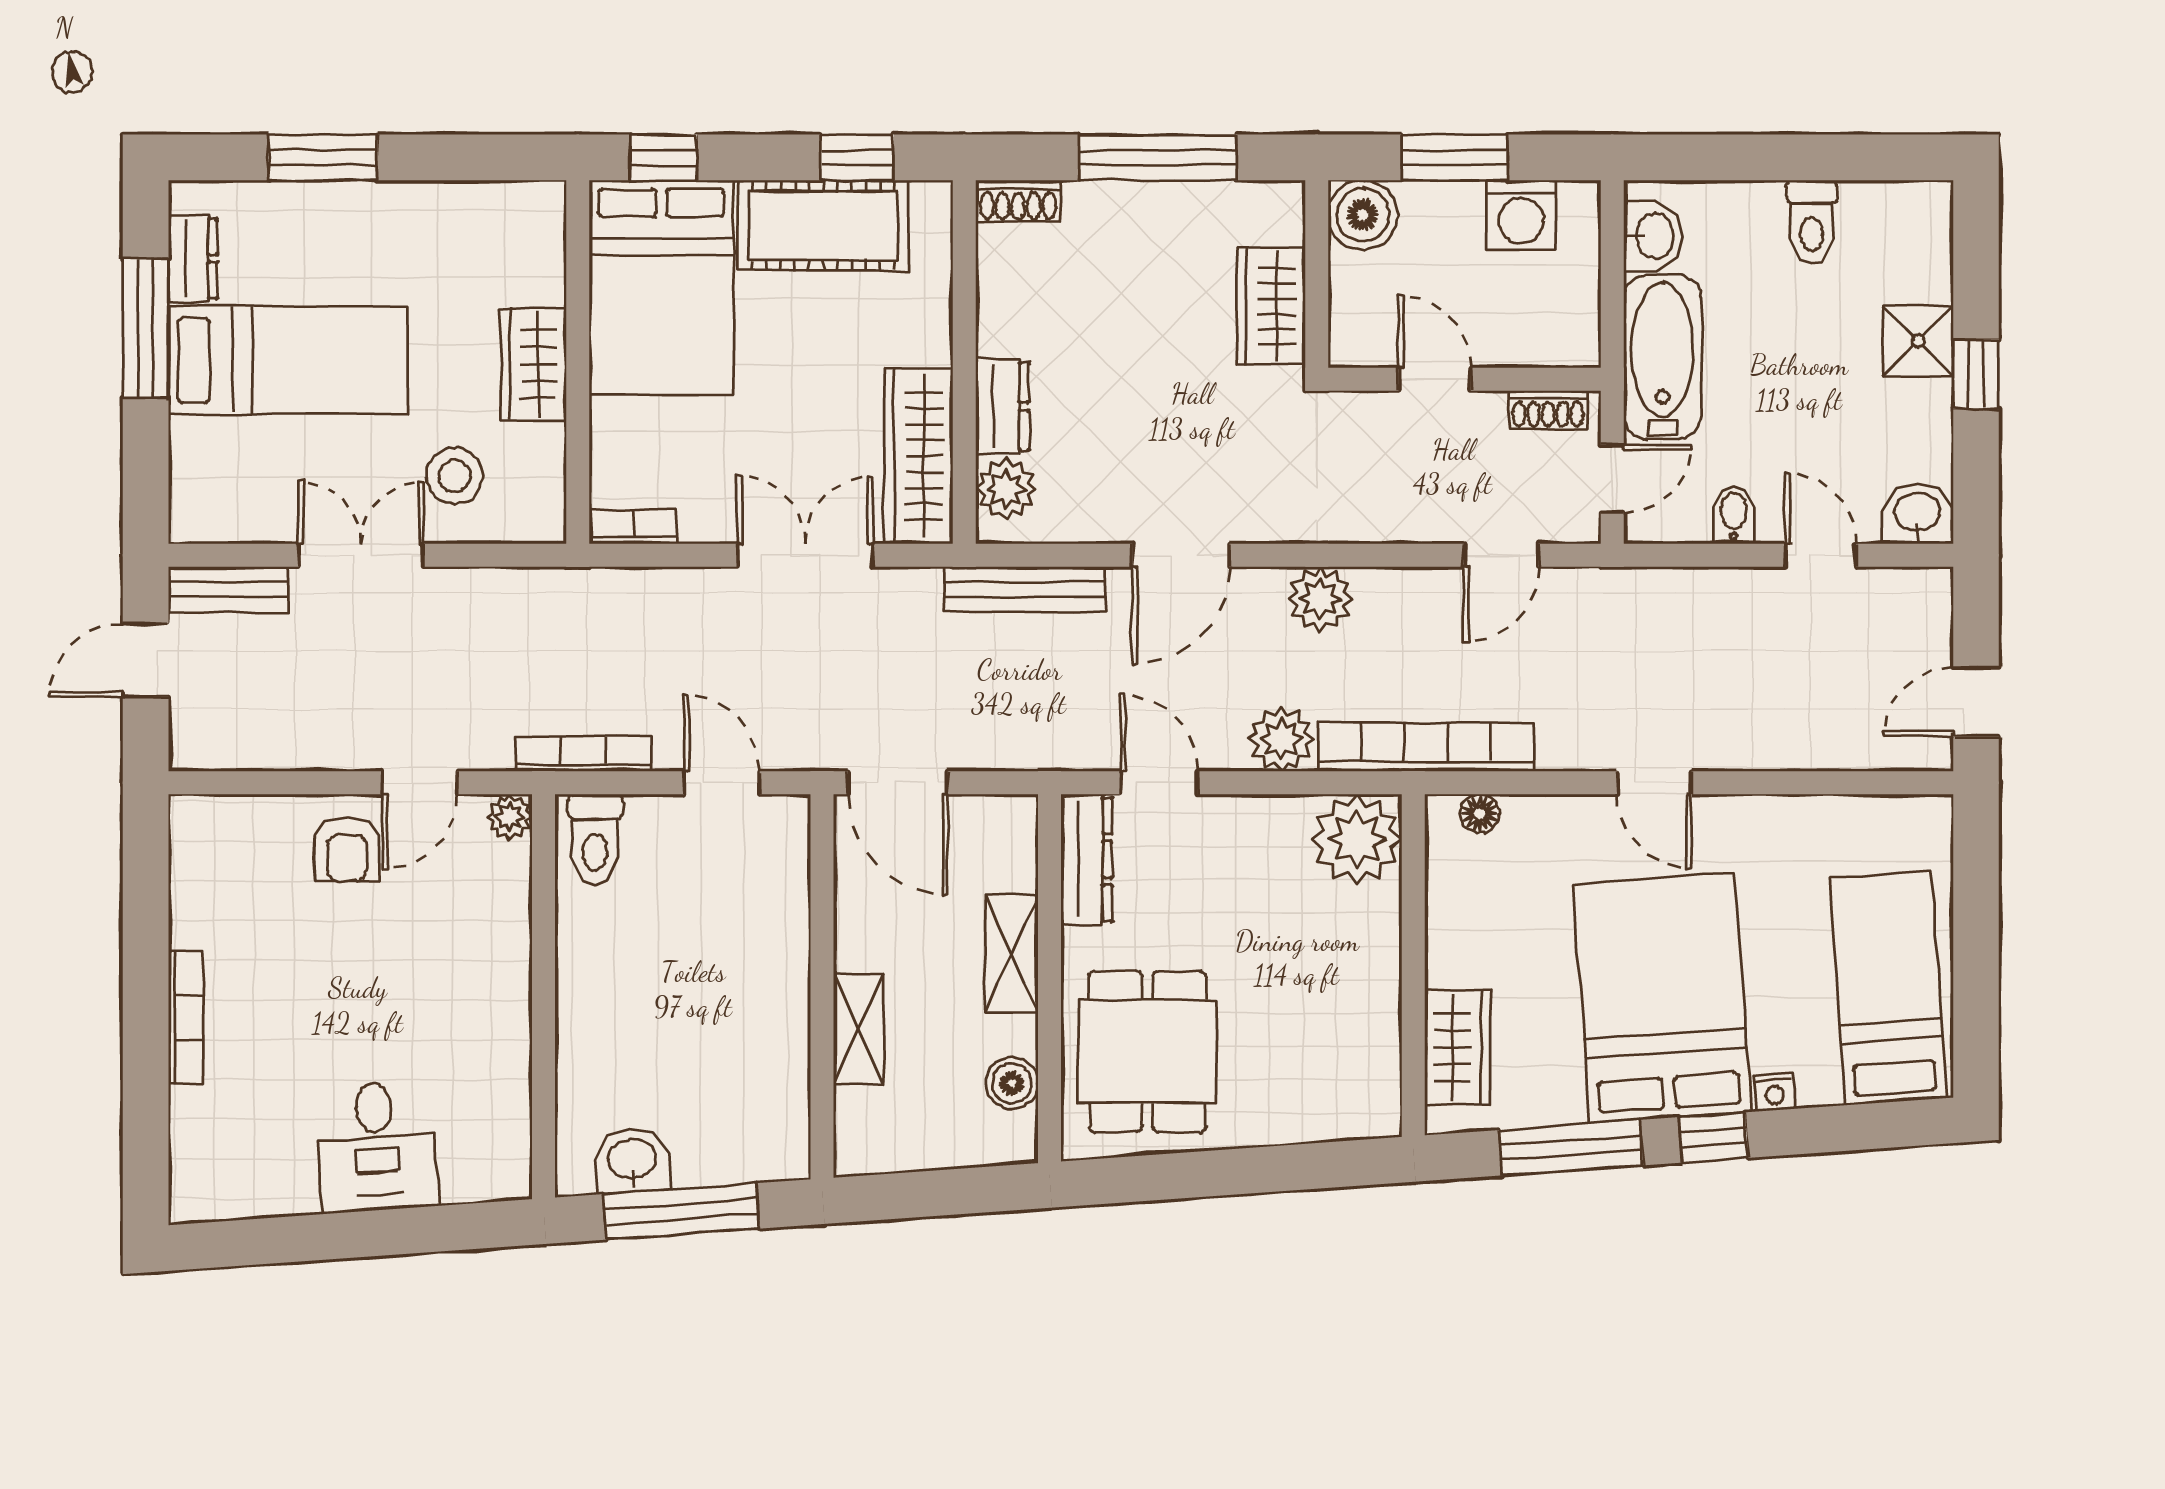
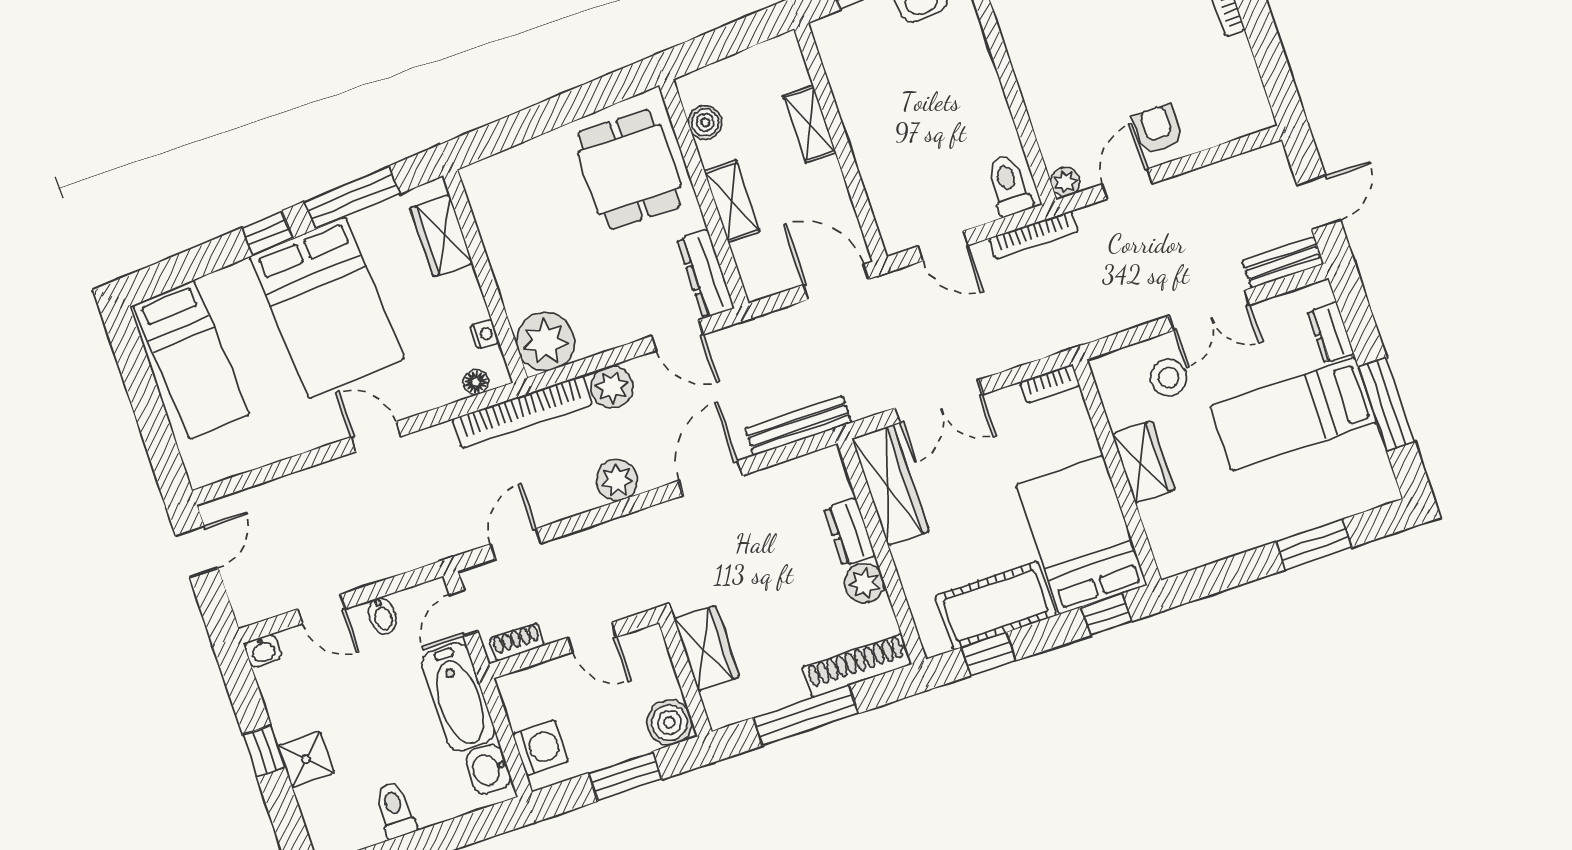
shoe rack: (1018, 201) -> (857, 666), width x1.94, depth x1.24
washing machine: (1521, 215) -> (540, 748), moved, turned 90
dresser: (193, 258) -> (1331, 333), moved
plant: (1006, 489) -> (864, 583), moved
washbasin: (1917, 514) -> (263, 651), width x0.72, depth x0.69
nightstand: (1774, 1092) -> (485, 334), moved, turned 94

